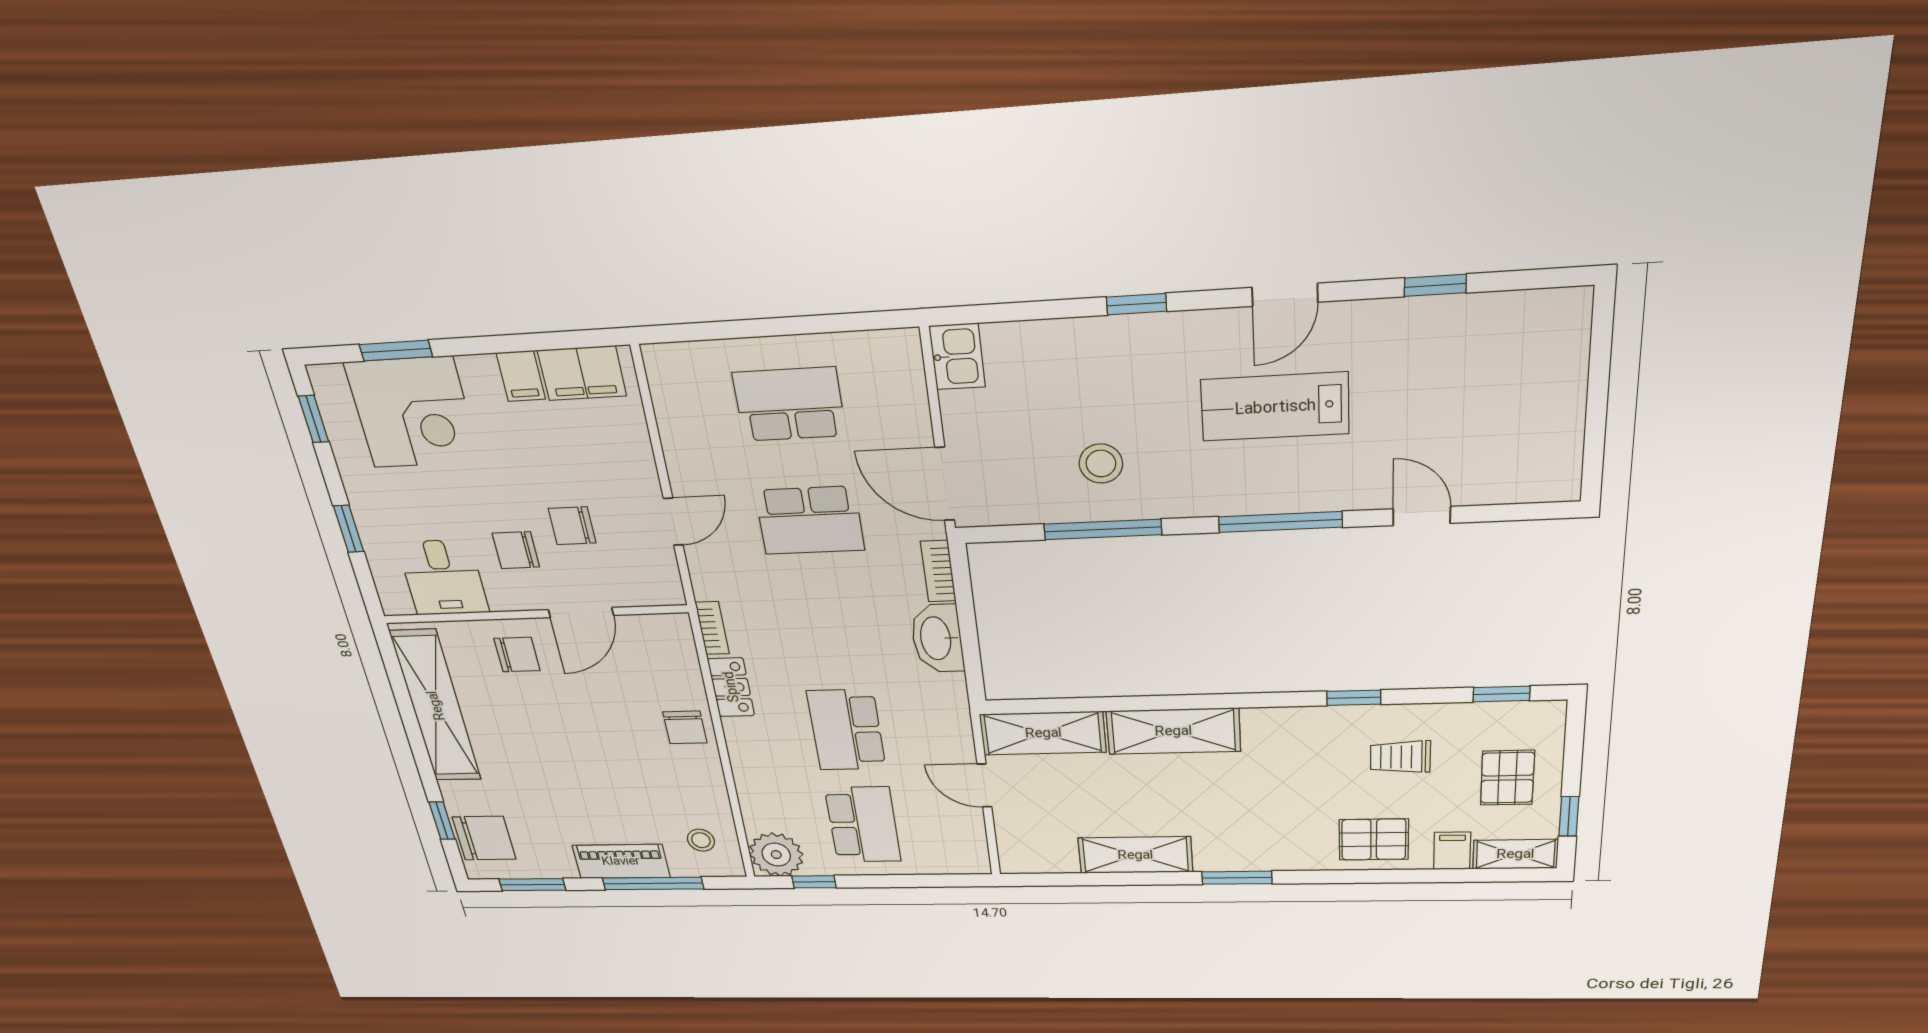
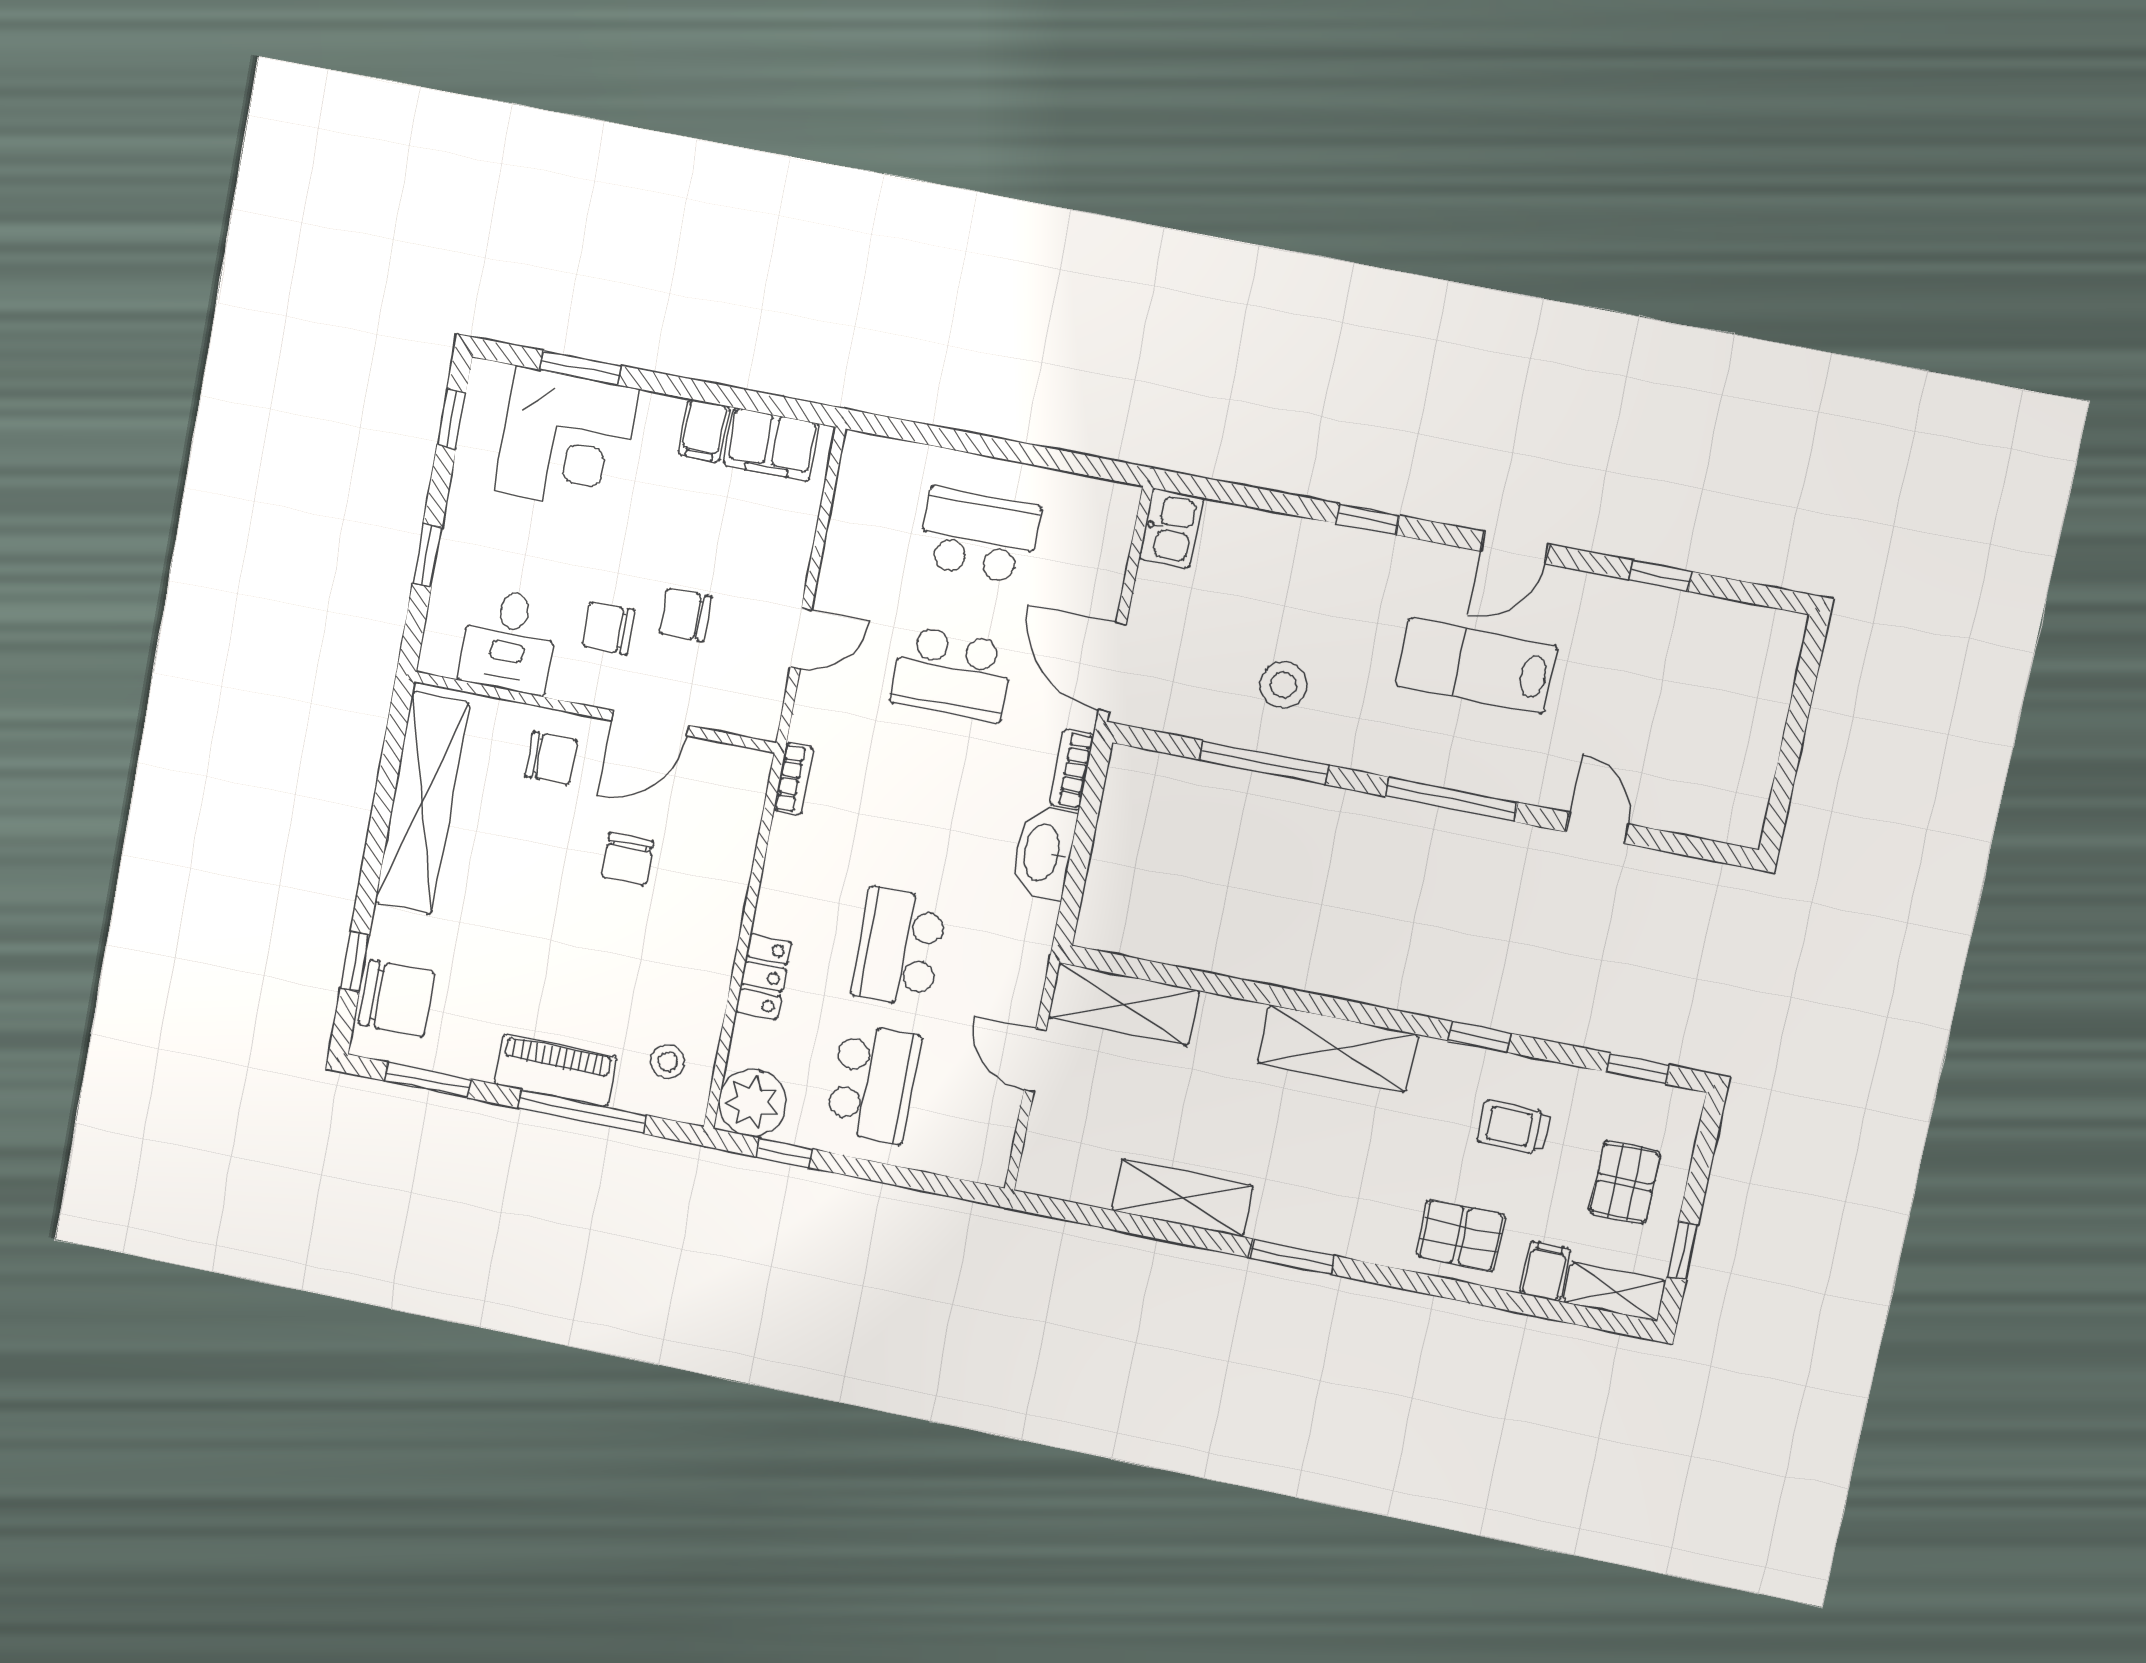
locker: (731, 687) -> (764, 977), moved
chair: (685, 727) -> (627, 859), moved
shelving: (1173, 731) -> (1338, 1049), moved

